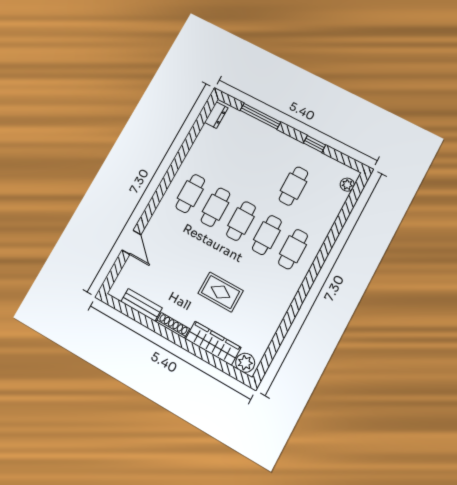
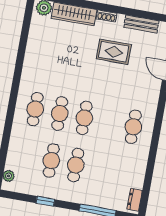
cafe table: (216, 207) -> (76, 165), moved
rug: (221, 292) -> (114, 52), moved
shoe rack: (173, 325) -> (107, 16), width x0.70

